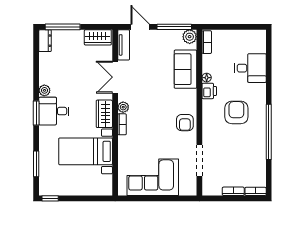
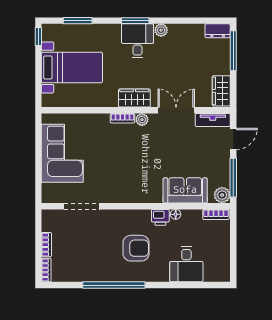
armchair: (185, 123) -> (124, 190), removed
bed with nightstands: (86, 151) -> (72, 67), moved, turned 90

